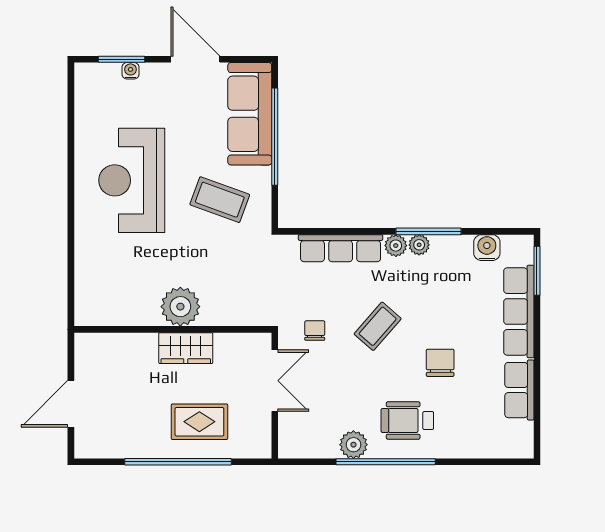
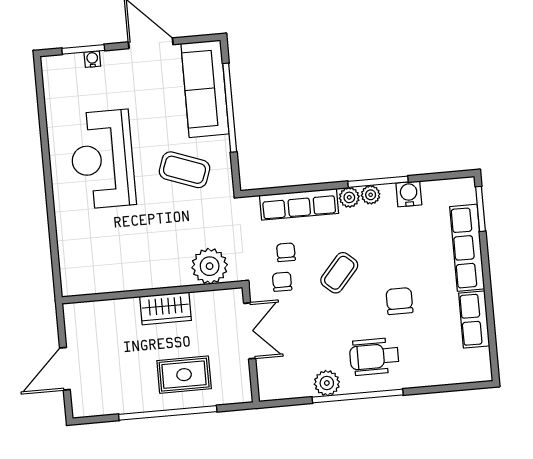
water cooler: (487, 248) -> (409, 194), moved
chair: (322, 299) -> (286, 252), added
plant: (180, 307) -> (210, 266), moved

